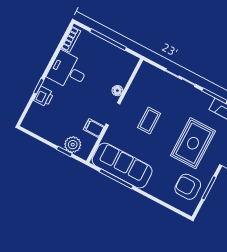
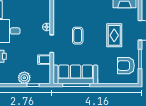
rug: (193, 143) -> (114, 35), width x0.73, depth x0.70
plant: (73, 145) -> (24, 78), moved

